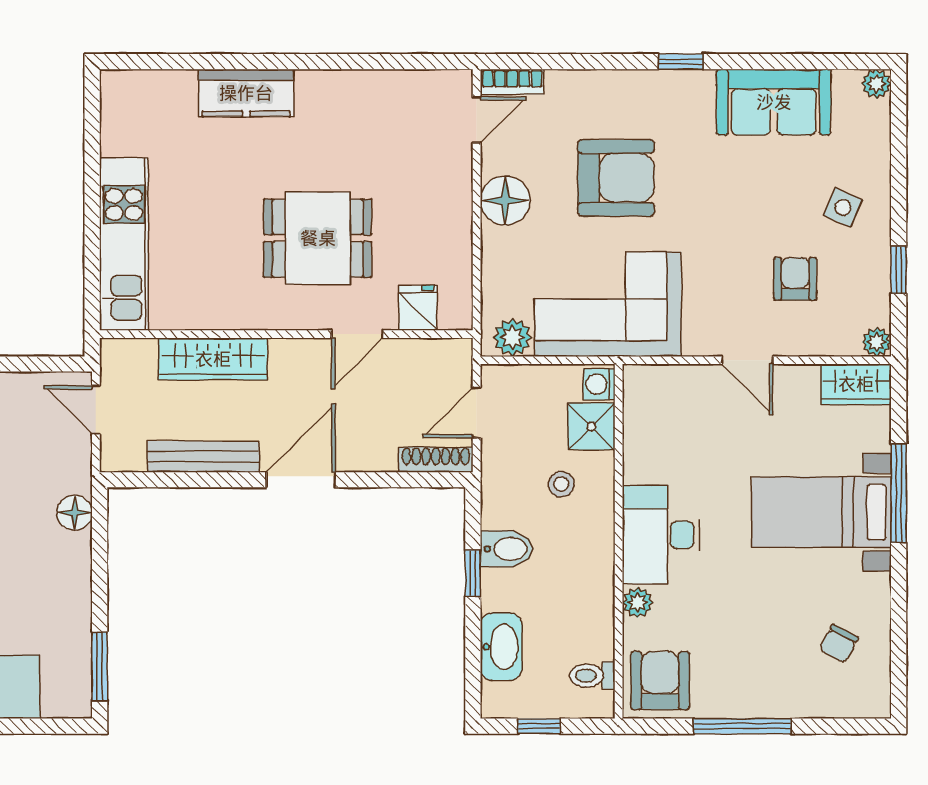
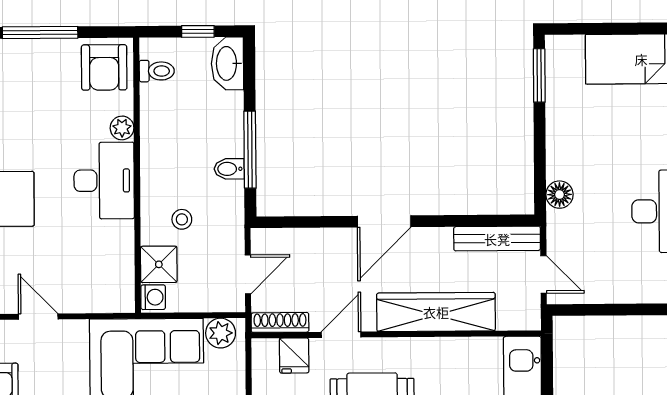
wardrobe: (213, 359) -> (436, 312), width x1.40, depth x1.17
bench: (203, 457) -> (497, 239), moved
shoe rack: (436, 460) -> (280, 322), moved, turned 180
bidet: (507, 549) -> (229, 169), width x0.72, depth x0.74
window: (473, 573) -> (250, 150), width x2.17
washbasin: (501, 647) -> (227, 63), moved

